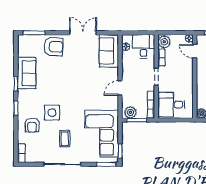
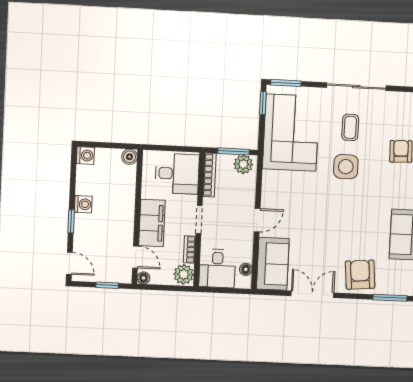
double door: (83, 33) -> (312, 294), swing flipped
armchair: (54, 47) -> (360, 275), turned 82
filing cabinet: (185, 73) -> (152, 223), added
door: (120, 88) -> (257, 220), moved
side table: (52, 113) -> (346, 167), moved

